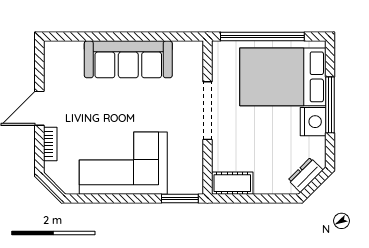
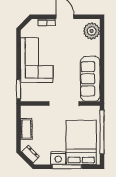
plant: (67, 57) -> (92, 31), added
sofa: (128, 59) -> (90, 79), moved
cot: (232, 183) -> (26, 129), moved

